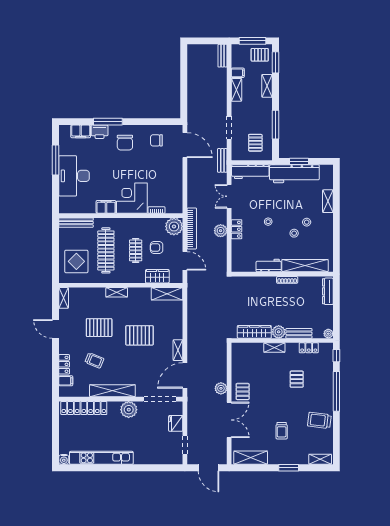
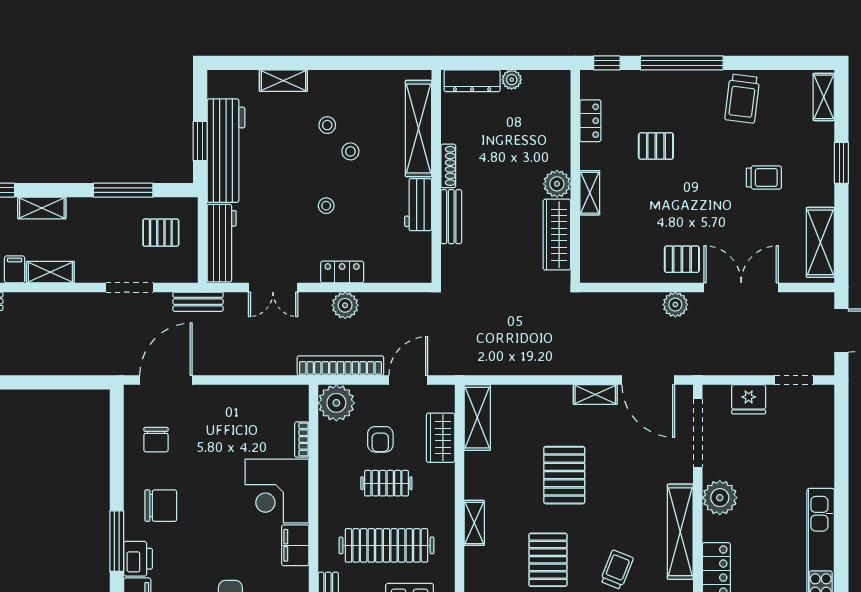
bench: (299, 333) -> (451, 217), moved
plant: (328, 334) -> (512, 80), moved

